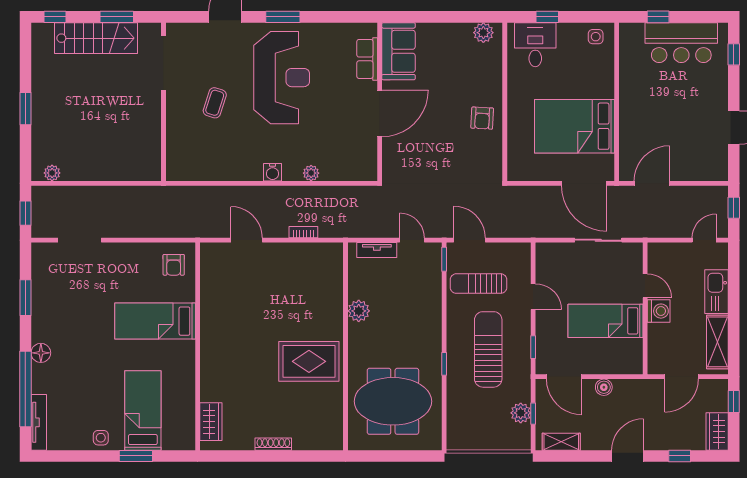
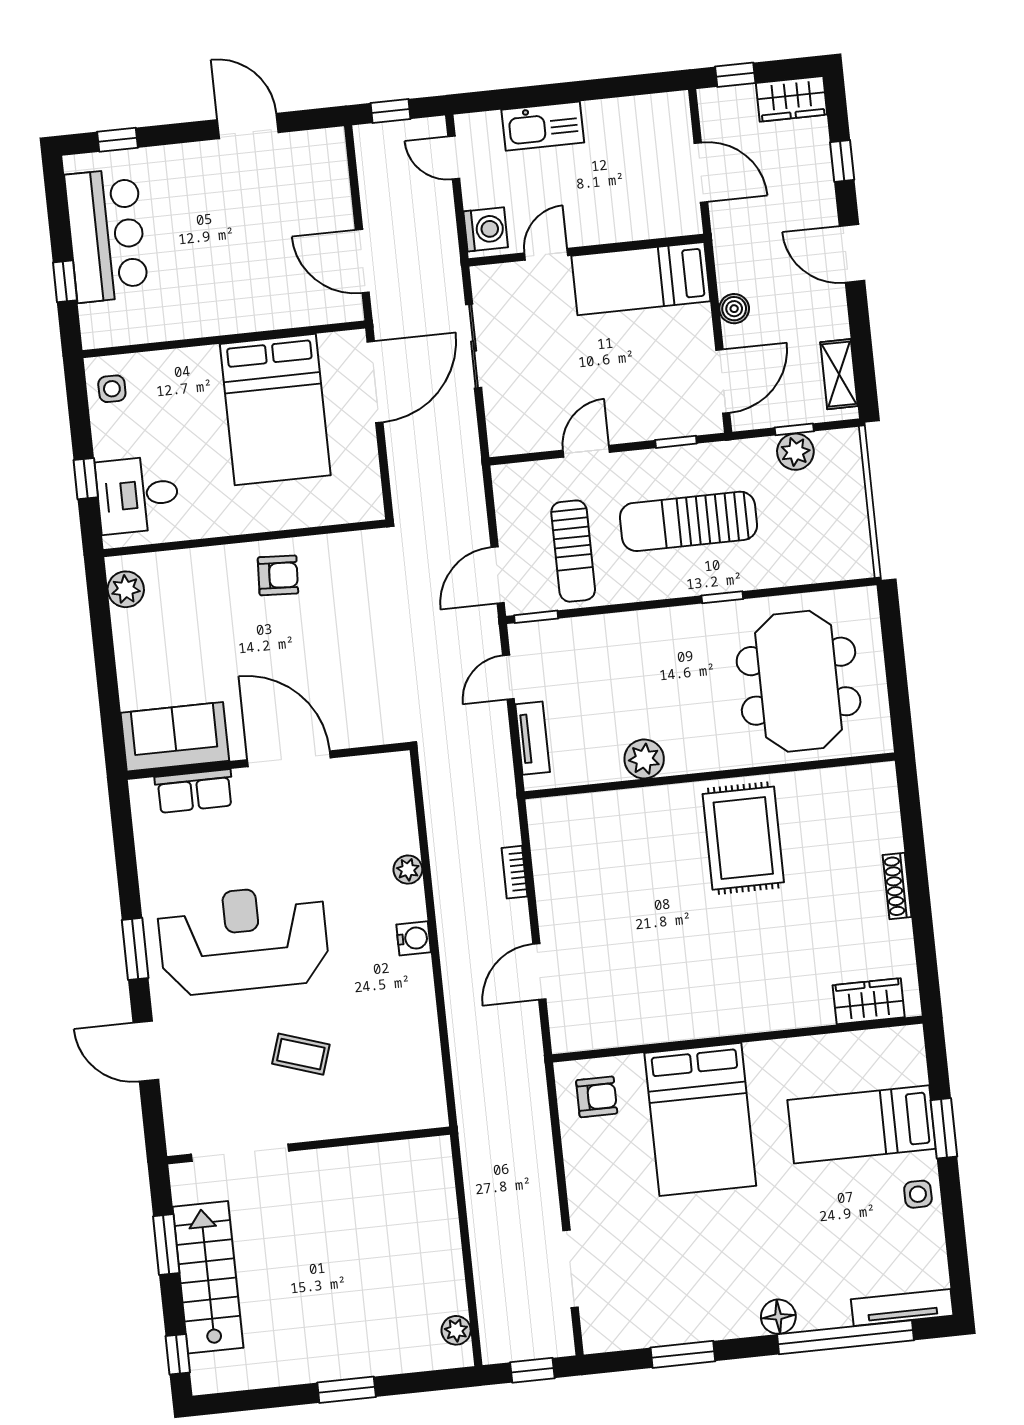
washing machine: (659, 311) -> (486, 229), moved, turned 90
bed: (155, 321) -> (700, 1119), width x1.50
bed: (605, 321) -> (641, 279), moved, turned 90
shelving: (717, 342) -> (632, 115), removed

